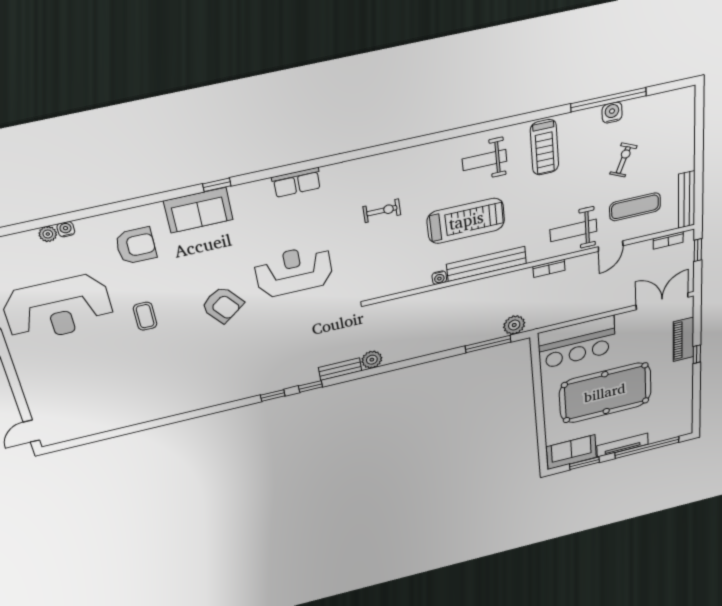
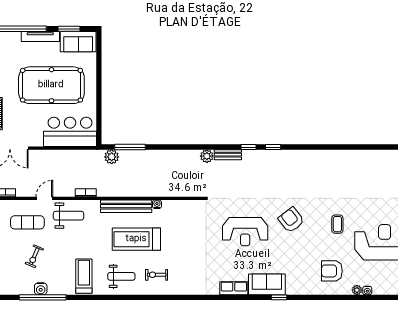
sofa: (198, 210) -> (267, 284), moved
exercise bike: (382, 211) -> (157, 275), moved
plant: (48, 234) -> (357, 290), moved

